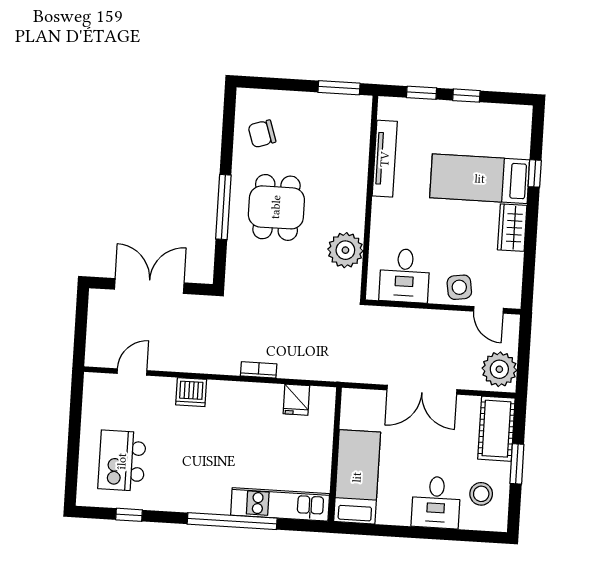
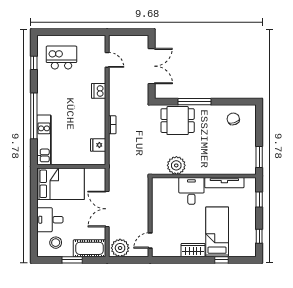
window: (466, 96) -> (259, 236), moved
dining table: (276, 207) -> (178, 121), moved
desk: (405, 276) -> (191, 191), moved, turned 90
side table: (459, 287) -> (161, 225), removed
bed: (357, 477) -> (61, 184), width x1.50

